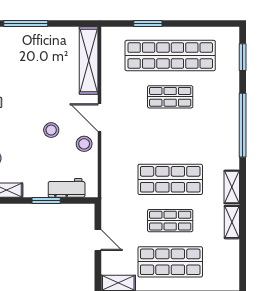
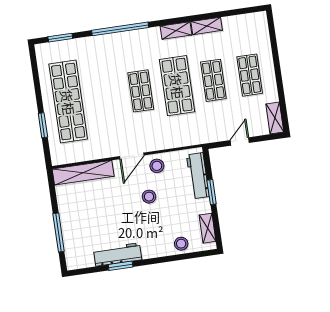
shop shelf: (170, 97) -> (141, 91), moved
workbench: (67, 188) -> (198, 176), width x1.37
shop shelf: (170, 262) -> (250, 75), width x0.70, depth x0.74

